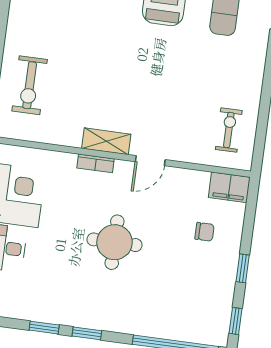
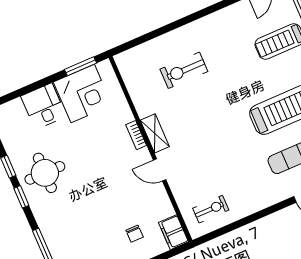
exercise bike: (30, 85) -> (184, 70), moved
round table: (115, 242) -> (45, 173), moved

